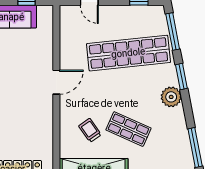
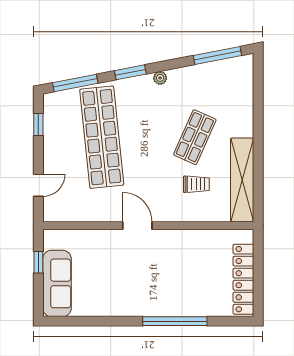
plant: (171, 97) -> (160, 78), width x0.53, depth x0.53
trolley: (90, 130) -> (196, 184), turned -145

